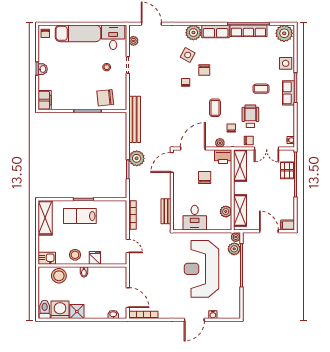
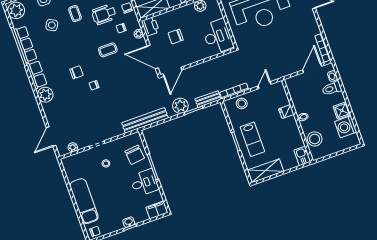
desk: (113, 37) -> (144, 183), moved, turned 180
side table: (188, 55) -> (52, 25), moved
door: (172, 162) -> (172, 72), hinge flipped
bench: (166, 211) -> (208, 99), moved
desk: (195, 218) -> (218, 36), width x1.37
stool: (75, 255) -> (242, 103), moved
toilet: (45, 309) -> (332, 88), moved

